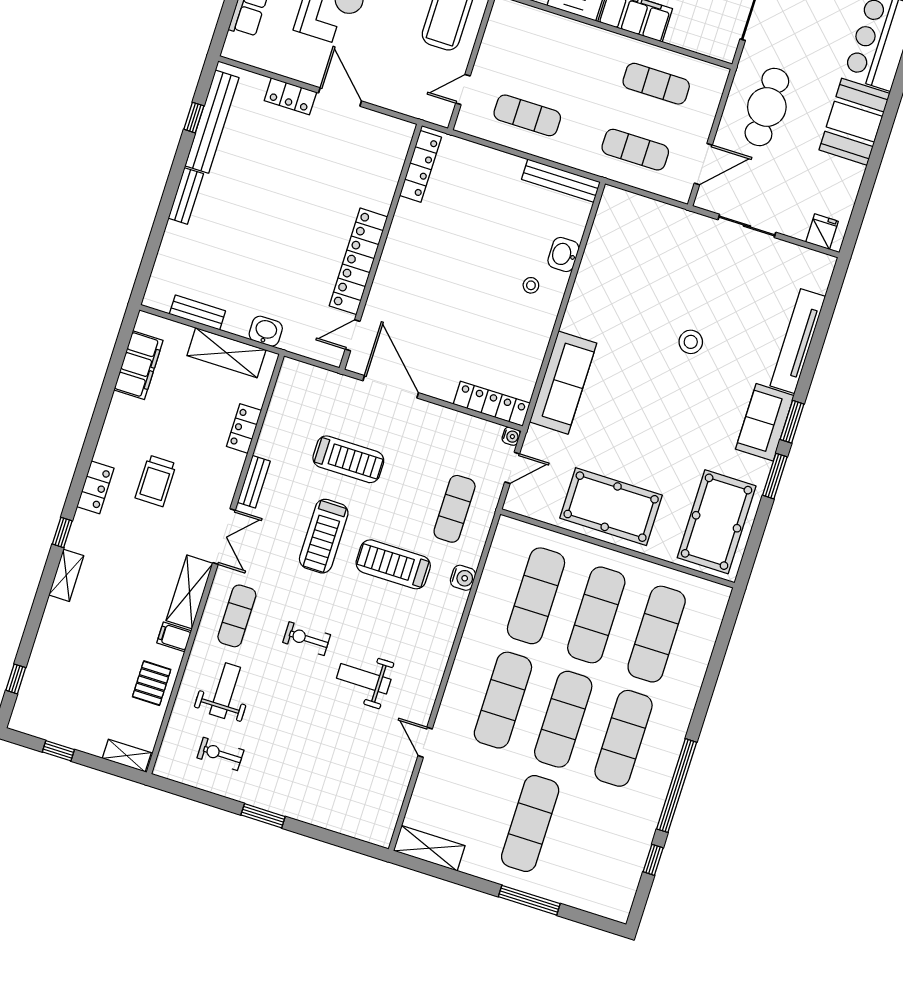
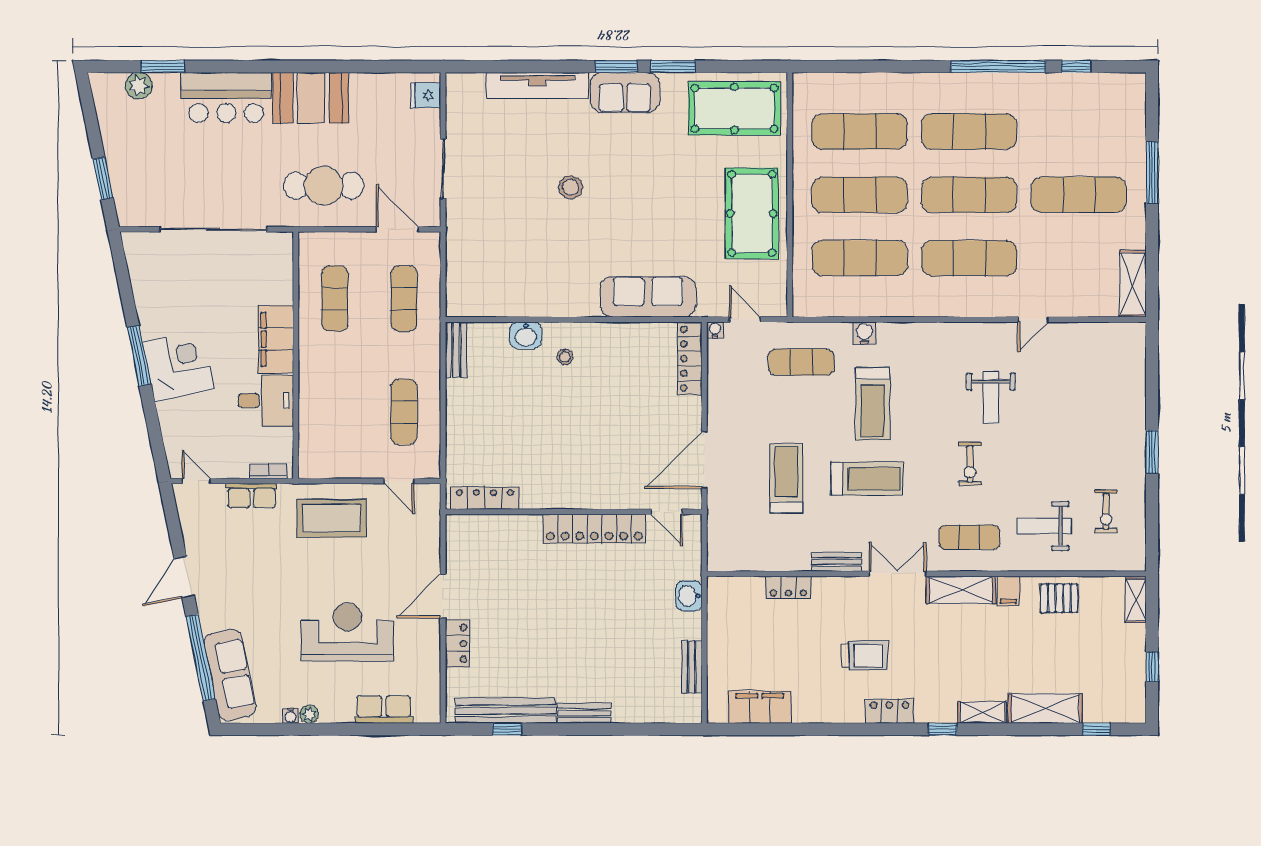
bench: (561, 181) -> (456, 350), width x0.73
shelving: (226, 353) -> (1045, 708), moved, turned 90

